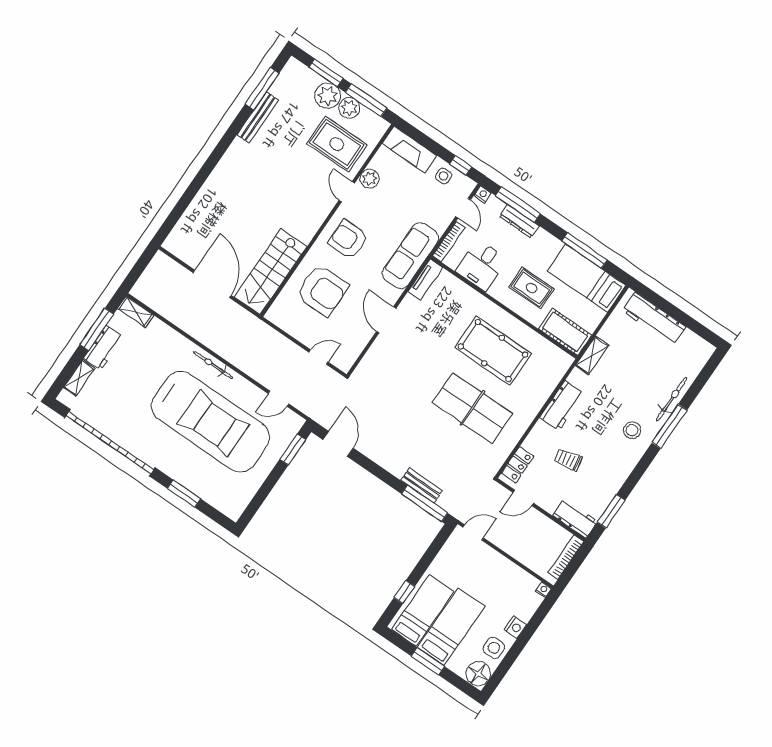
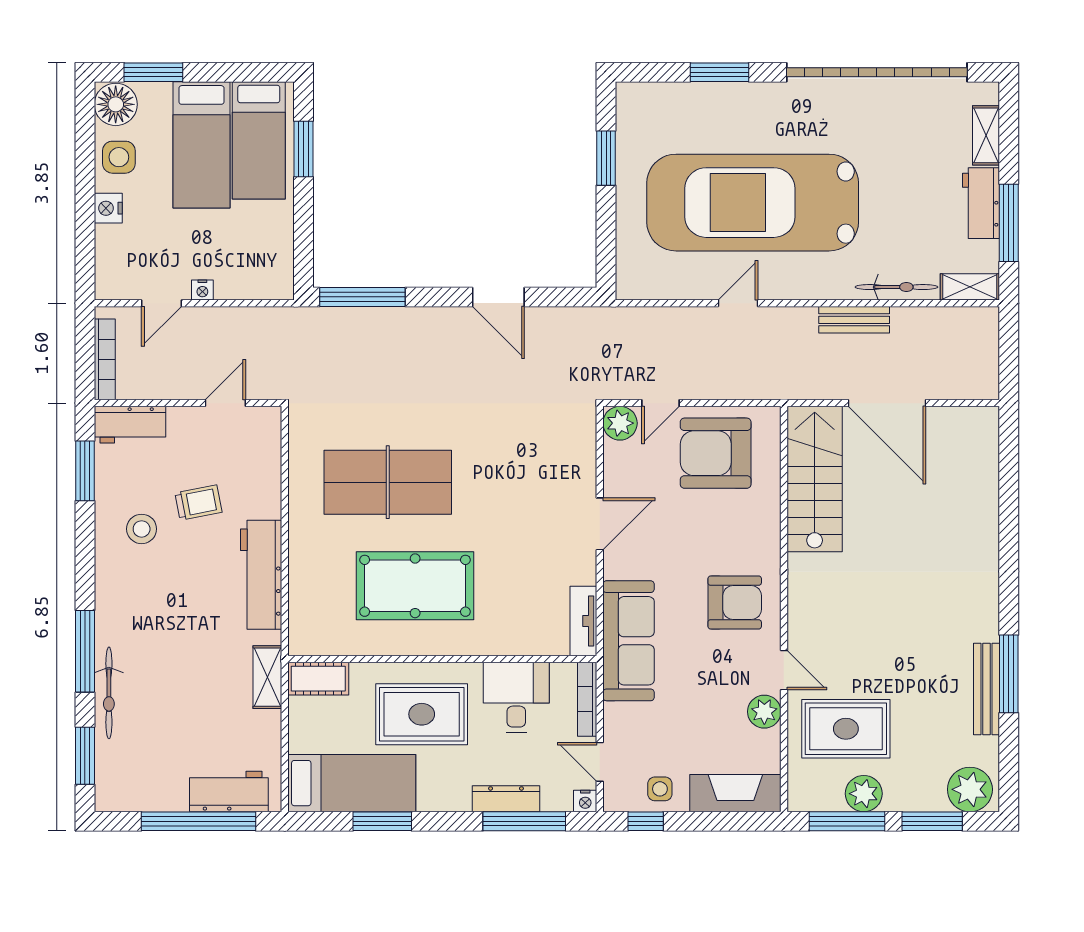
window: (262, 89) -> (1009, 674), moved
plant: (328, 96) -> (970, 789), moved
window: (585, 250) -> (382, 821), width x0.69
rug: (531, 288) -> (422, 714), width x1.36, depth x1.43
armchair: (322, 290) -> (716, 453), moved
window: (671, 310) -> (199, 821), added
workbench: (654, 319) -> (229, 792), width x0.73
door: (386, 320) -> (600, 524), hinge flipped
cot: (565, 332) -> (318, 679), width x0.73, depth x0.75
plant: (344, 361) -> (620, 423), added
bicycle: (213, 365) -> (896, 287), moved
window: (703, 377) -> (85, 756), added
door: (279, 399) -> (738, 303), moved
workbench: (562, 406) -> (261, 575), width x1.38
stool: (632, 430) -> (142, 529), moved
door: (338, 444) -> (498, 297), moved
window: (293, 450) -> (606, 158), moved
locker: (518, 465) -> (266, 445), removed
bench: (422, 486) -> (854, 320), moved
door: (473, 532) -> (162, 303), moved
nightstand: (543, 590) -> (202, 290), moved
window: (404, 592) -> (303, 149), width x1.50
window: (428, 661) -> (153, 72), moved

